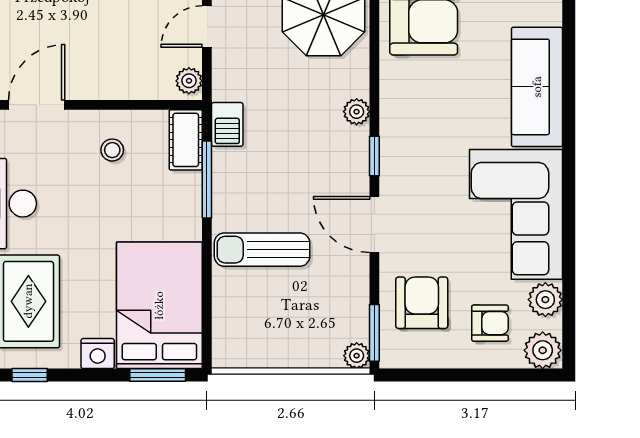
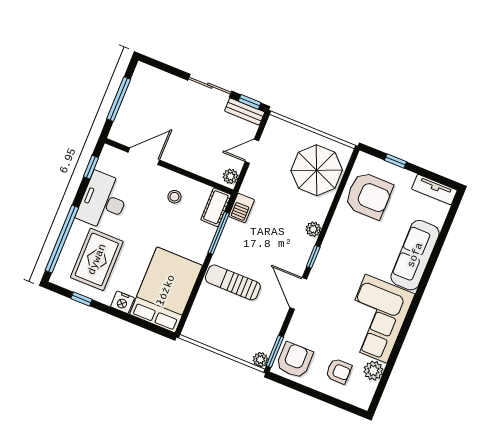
armchair: (422, 303) -> (295, 360), moved
plant: (543, 350) -> (361, 397), removed
window: (158, 375) -> (150, 327), removed

